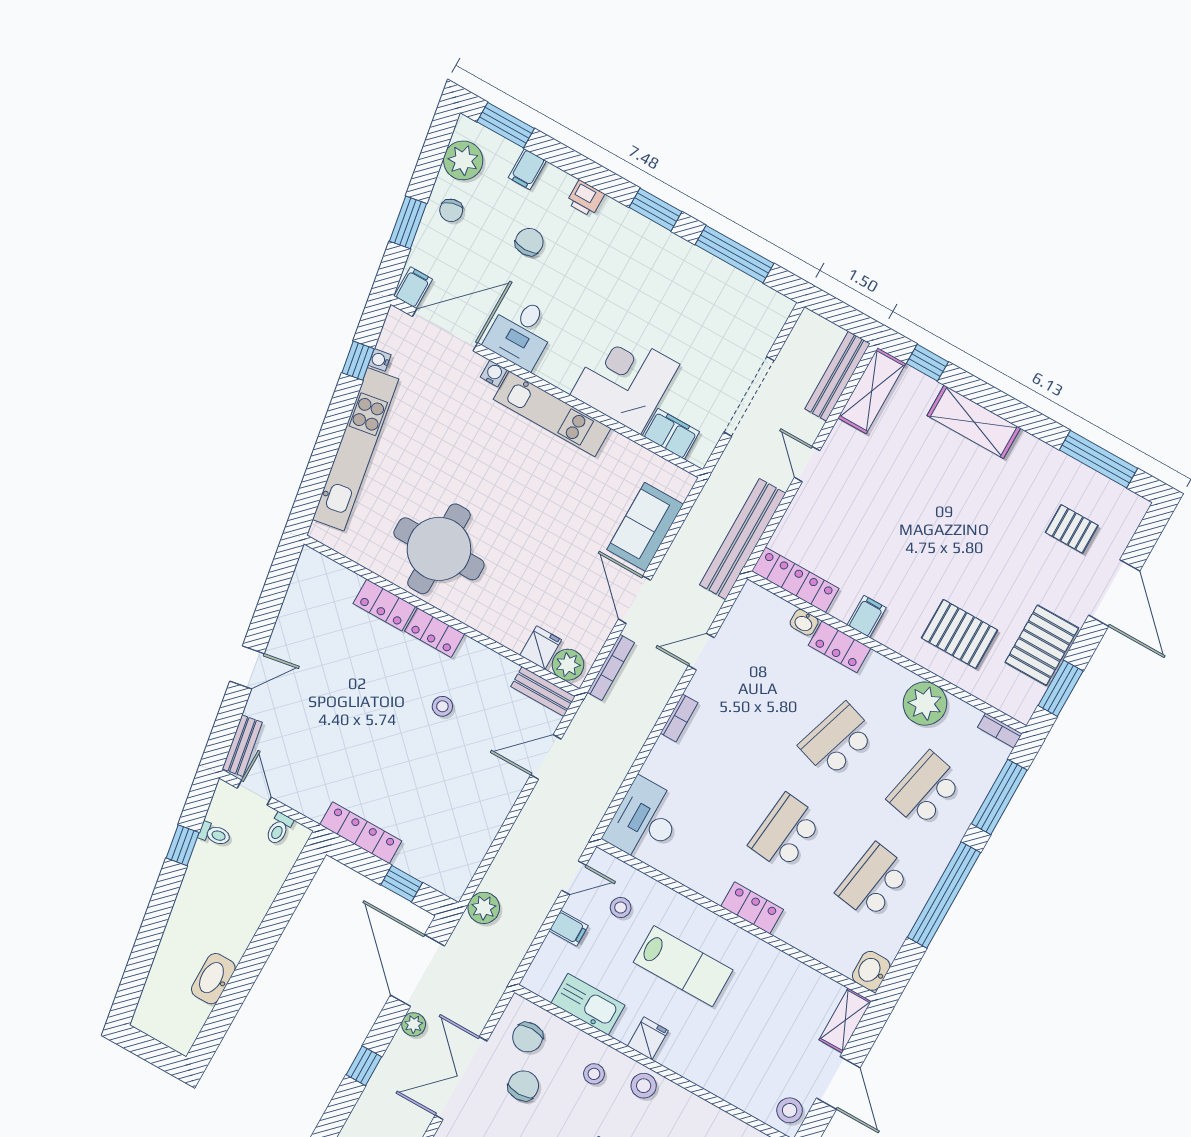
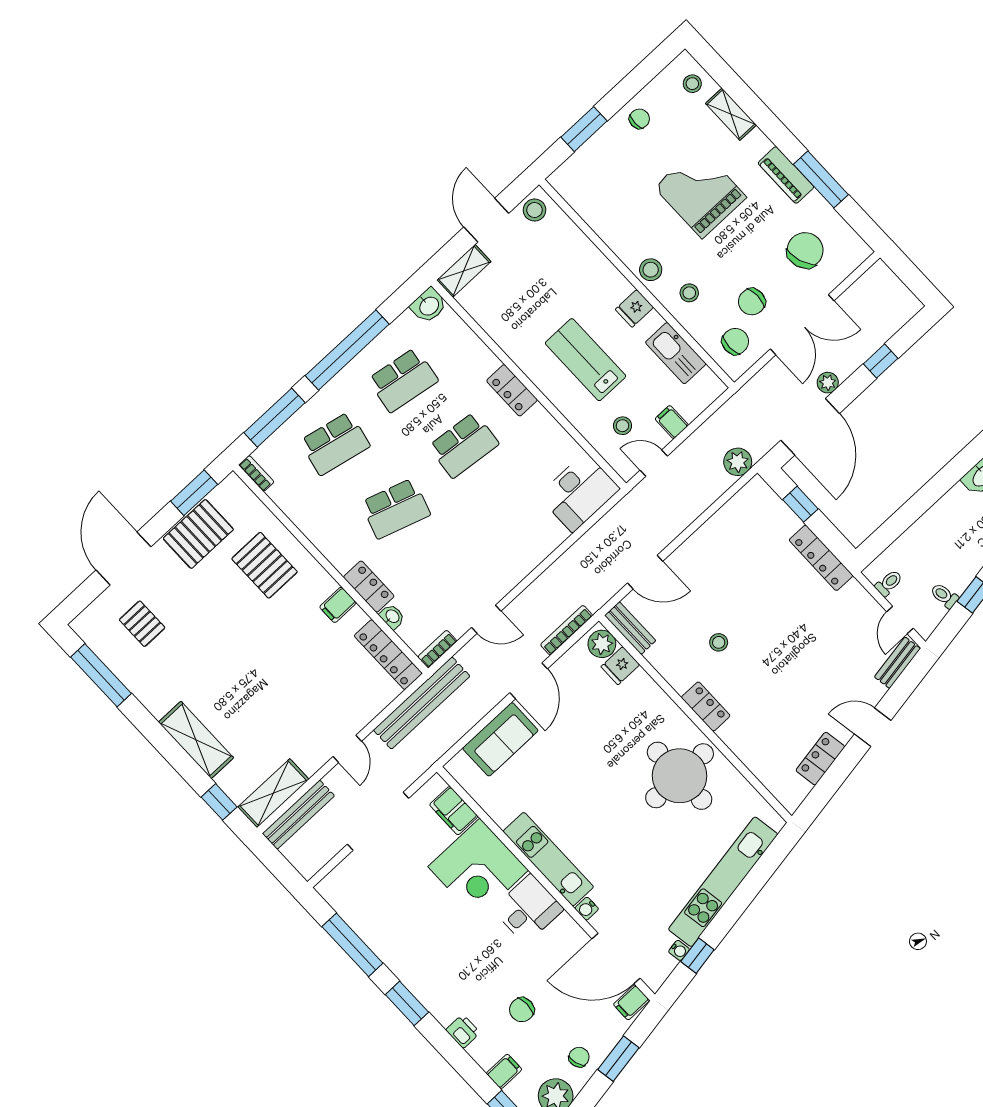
desk: (521, 333) -> (528, 909), moved
locker: (384, 605) -> (820, 759), moved, turned -100
plant: (925, 704) -> (312, 516), removed
bookcase: (679, 718) -> (437, 649), moved

